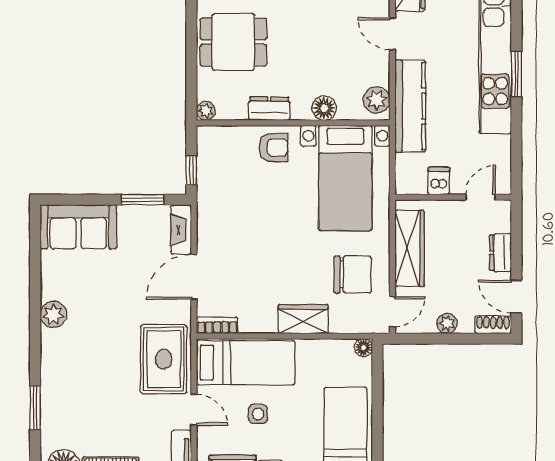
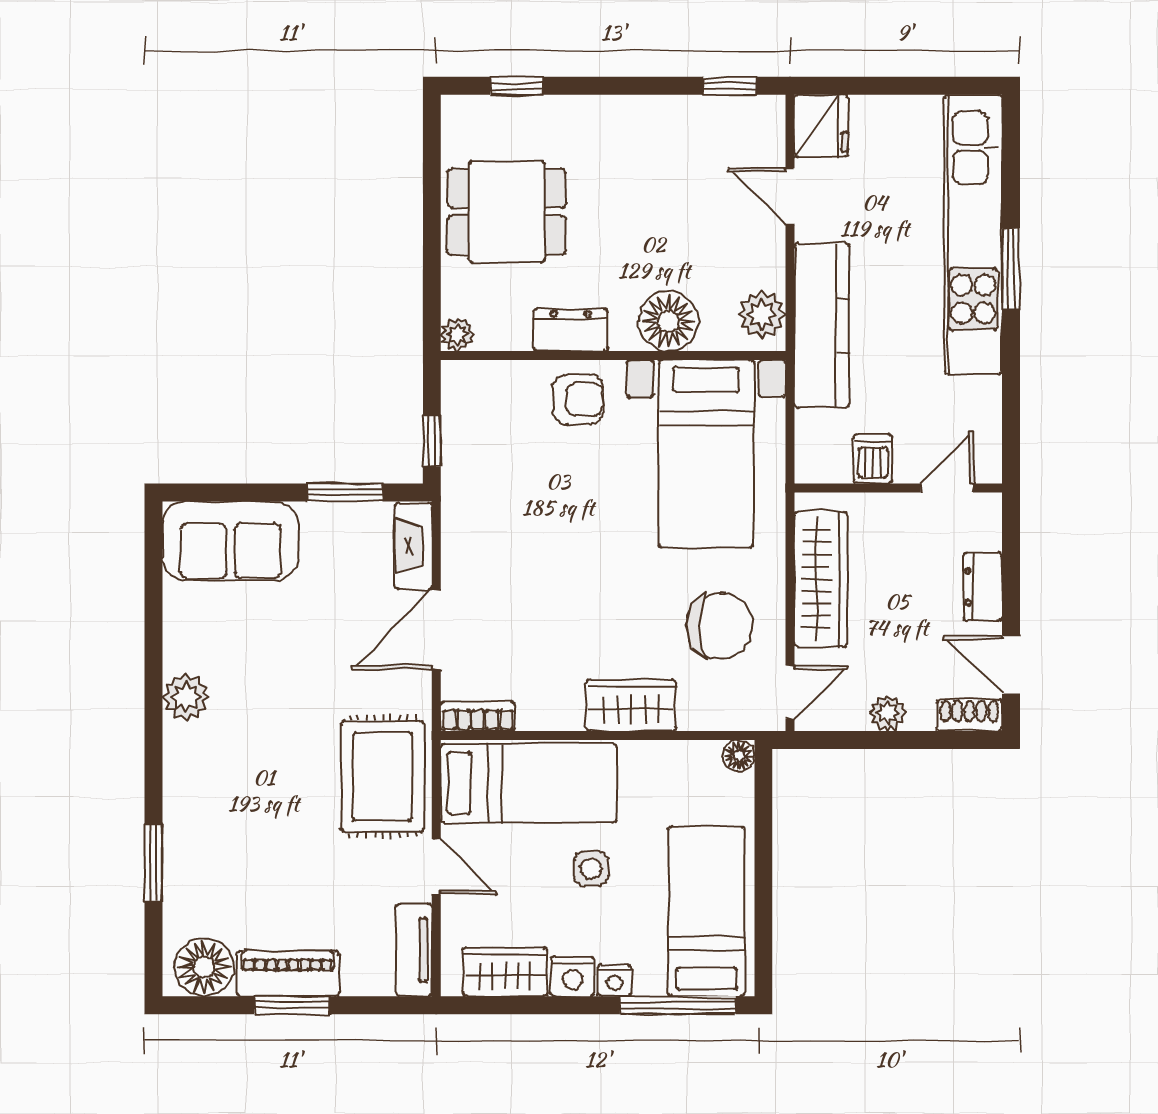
floor lamp: (324, 108) -> (669, 321), width x1.38, depth x1.38
side table: (258, 414) -> (591, 868), moved

